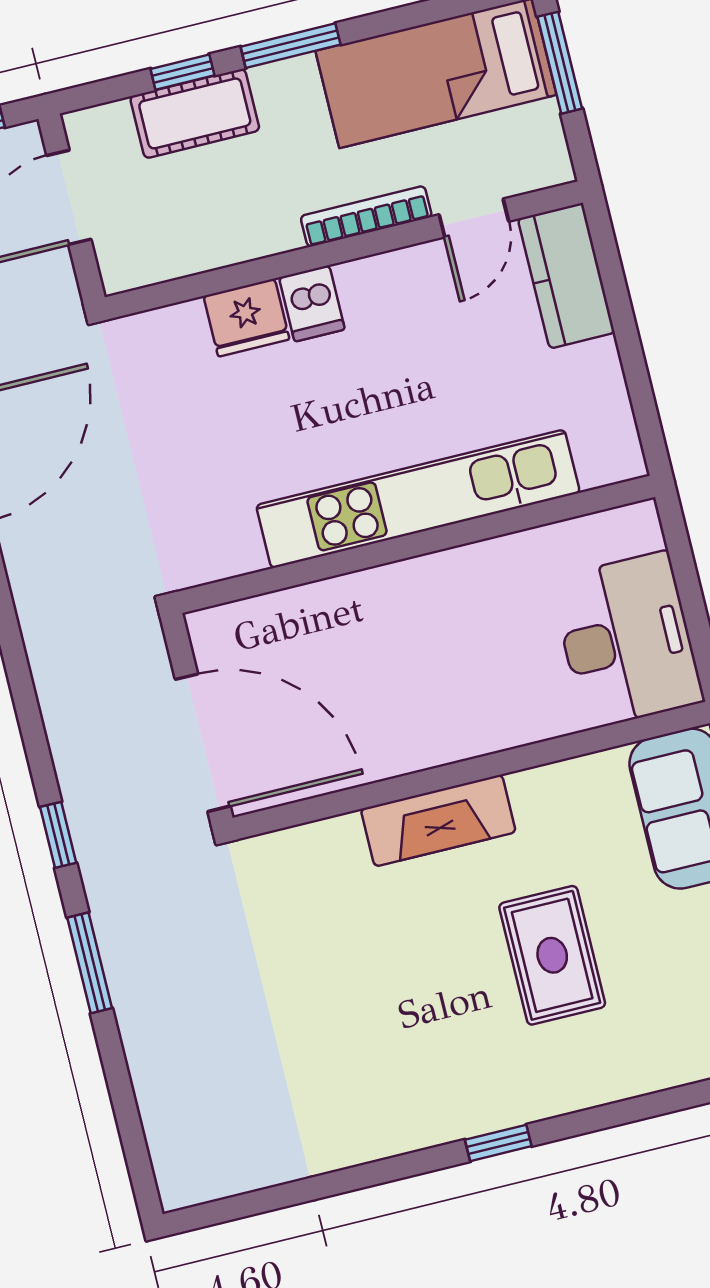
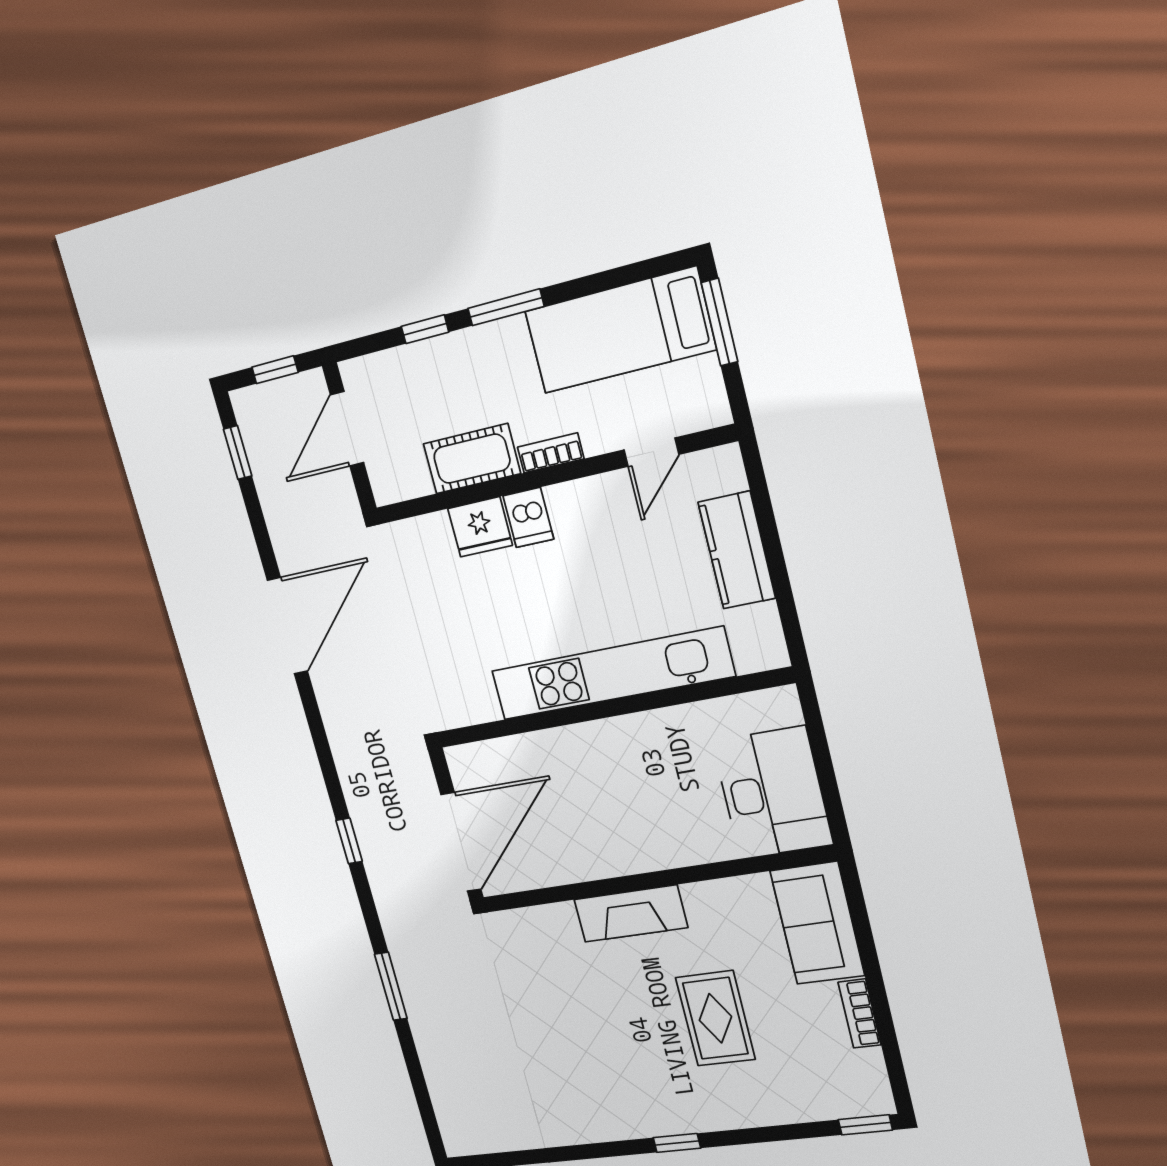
cot: (195, 113) -> (472, 459), moved
bookcase: (366, 216) -> (551, 453), width x0.64
kitchen counter: (566, 276) -> (737, 550), moved
door: (203, 743) -> (461, 842), hinge flipped
window: (58, 835) -> (349, 841), moved

